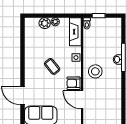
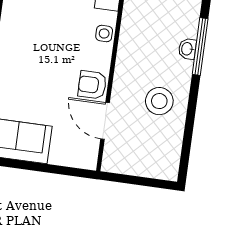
coffee table: (52, 66) -> (53, 45), removed
stool: (95, 71) -> (159, 101), moved

